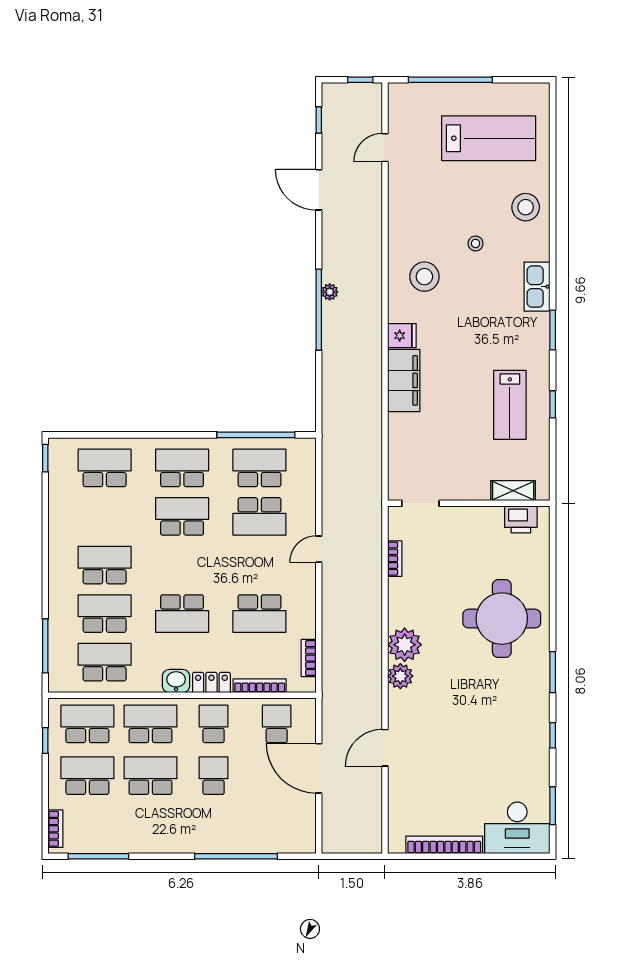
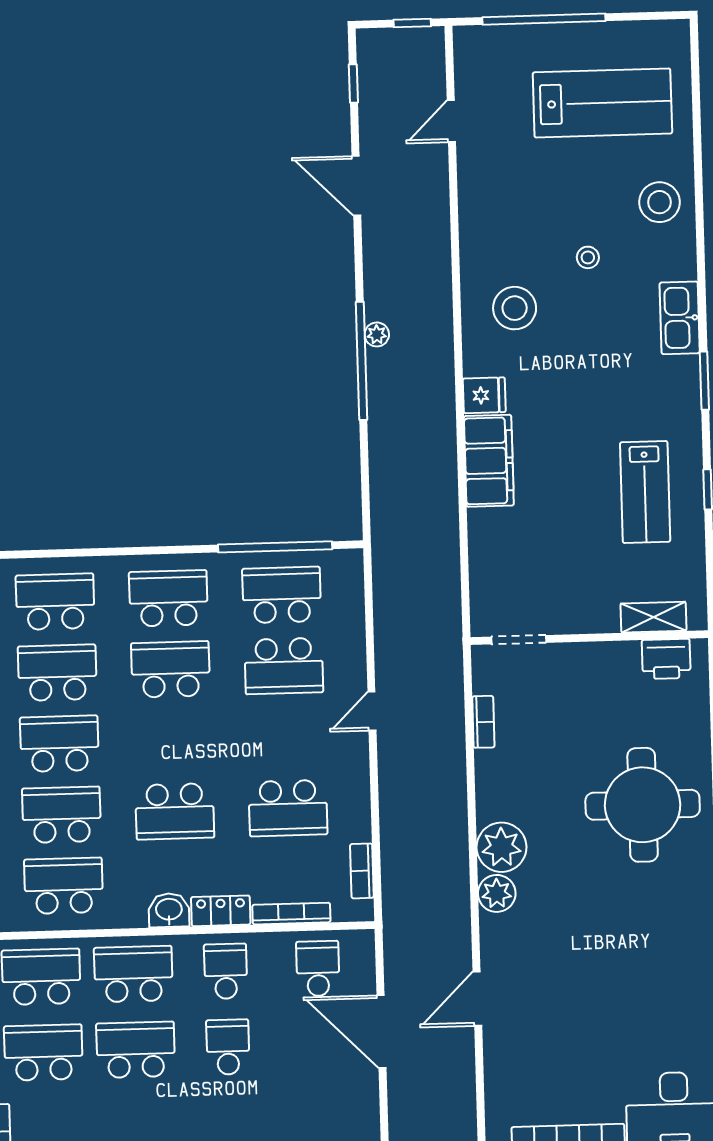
school desk: (105, 516) -> (57, 673), added

